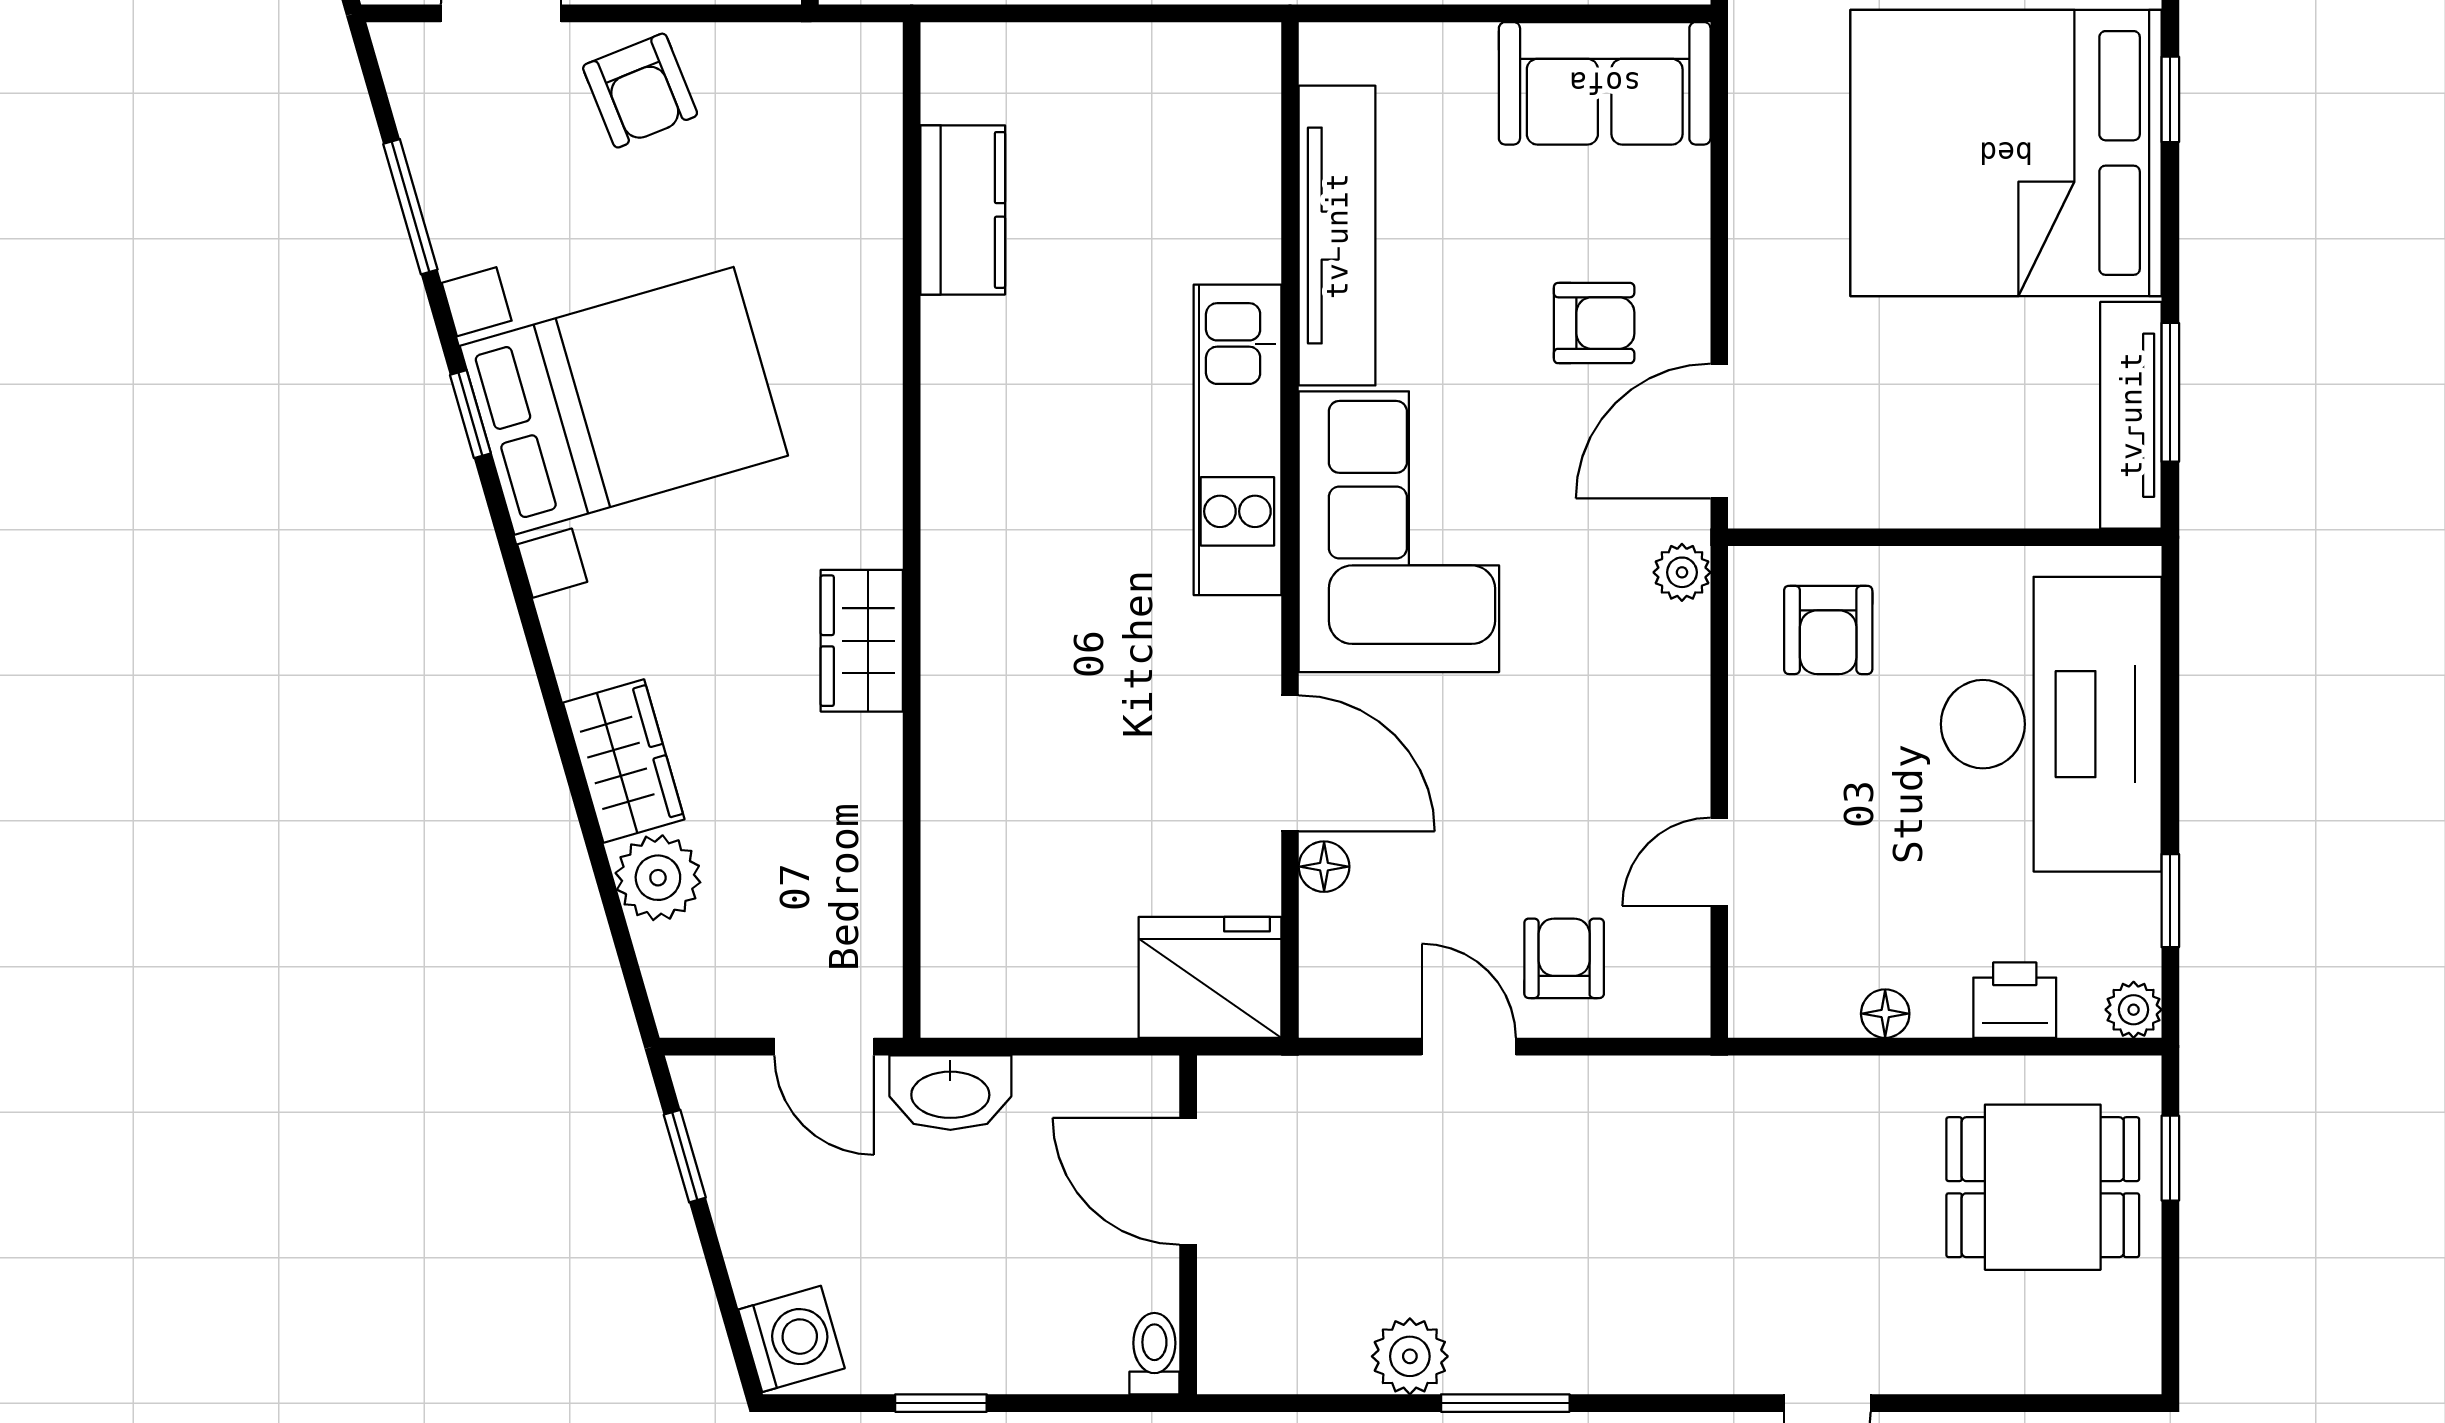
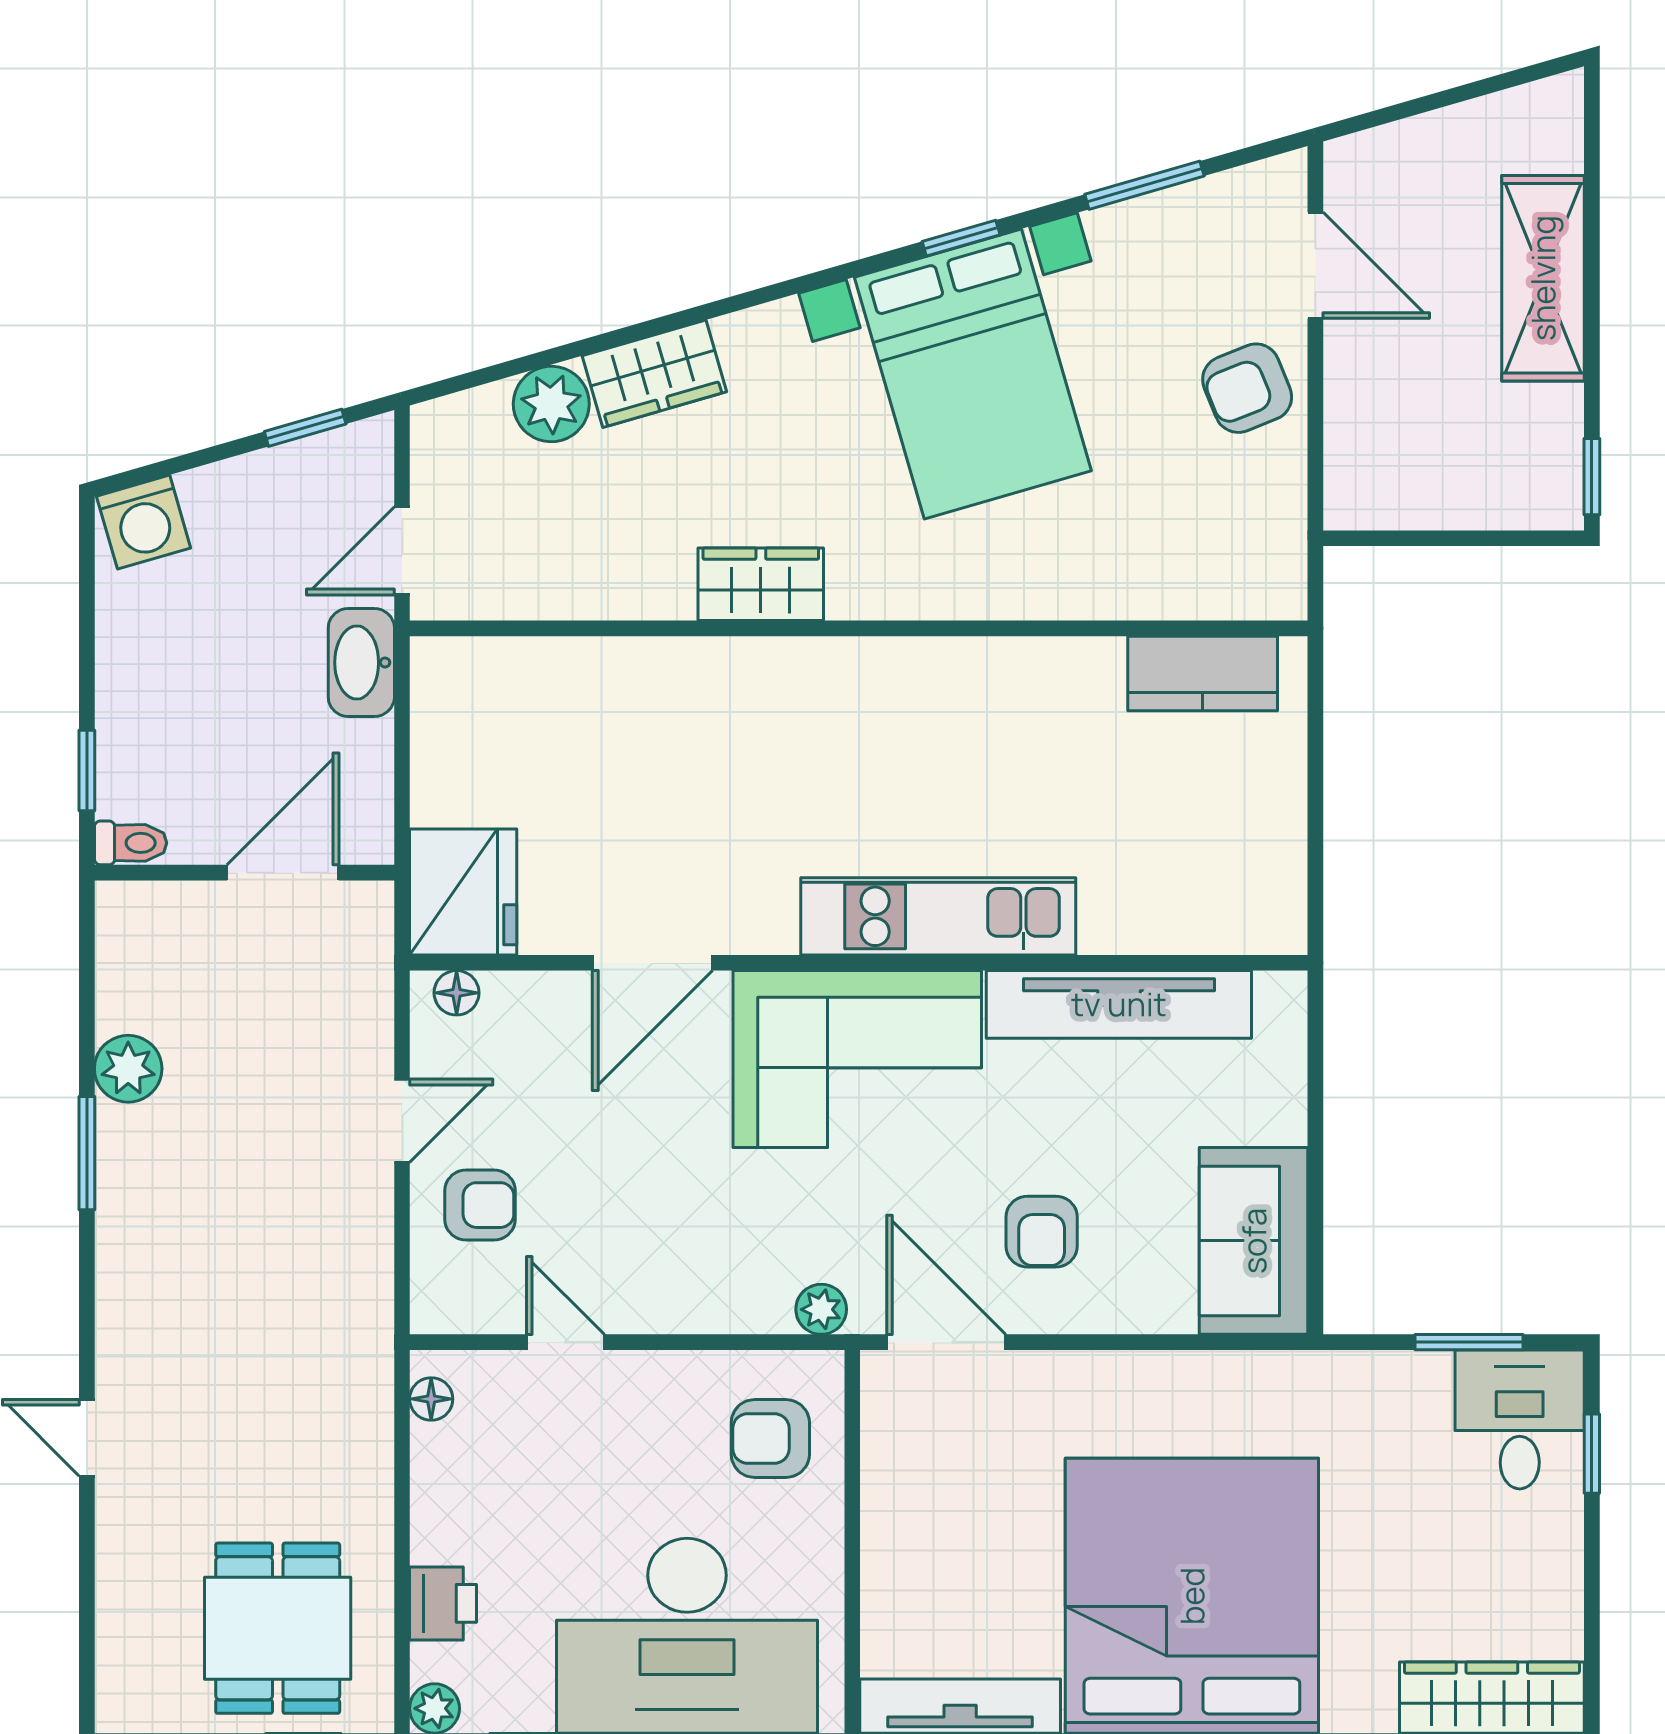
kitchen counter: (963, 210) -> (1203, 673), moved
floor lamp: (1324, 867) -> (457, 993), moved
floor lamp: (1885, 1014) -> (431, 1399), moved
window: (941, 1403) -> (87, 770), moved

